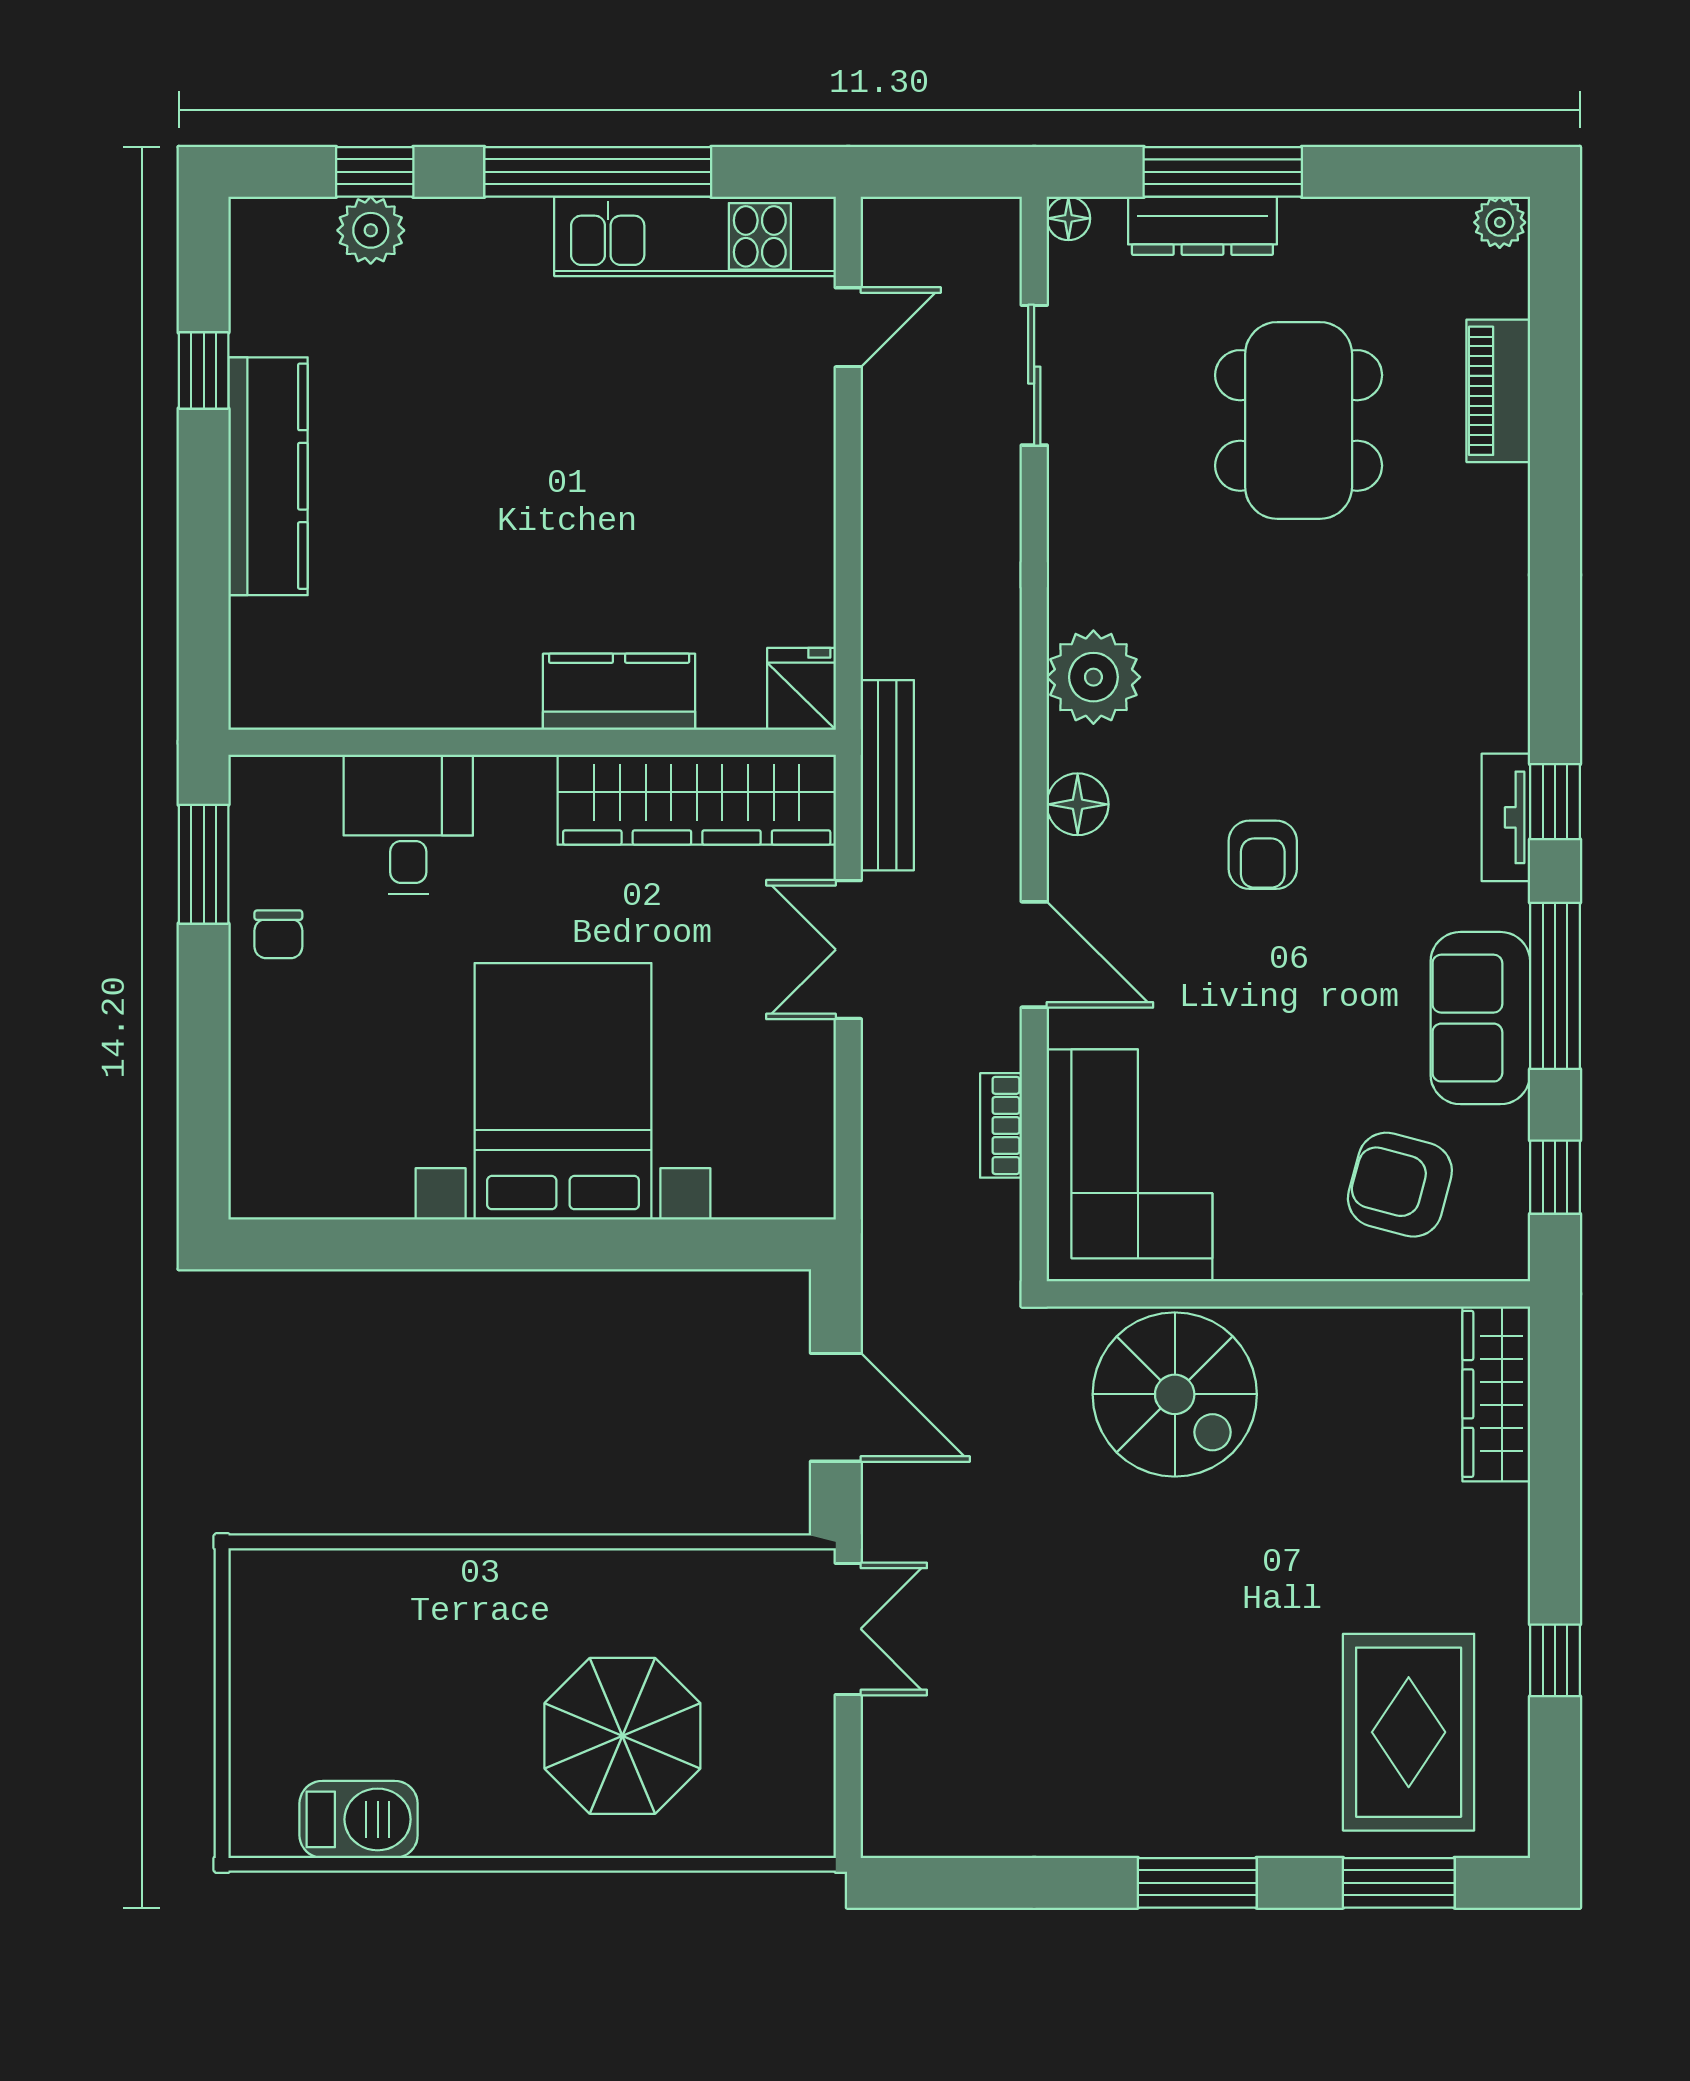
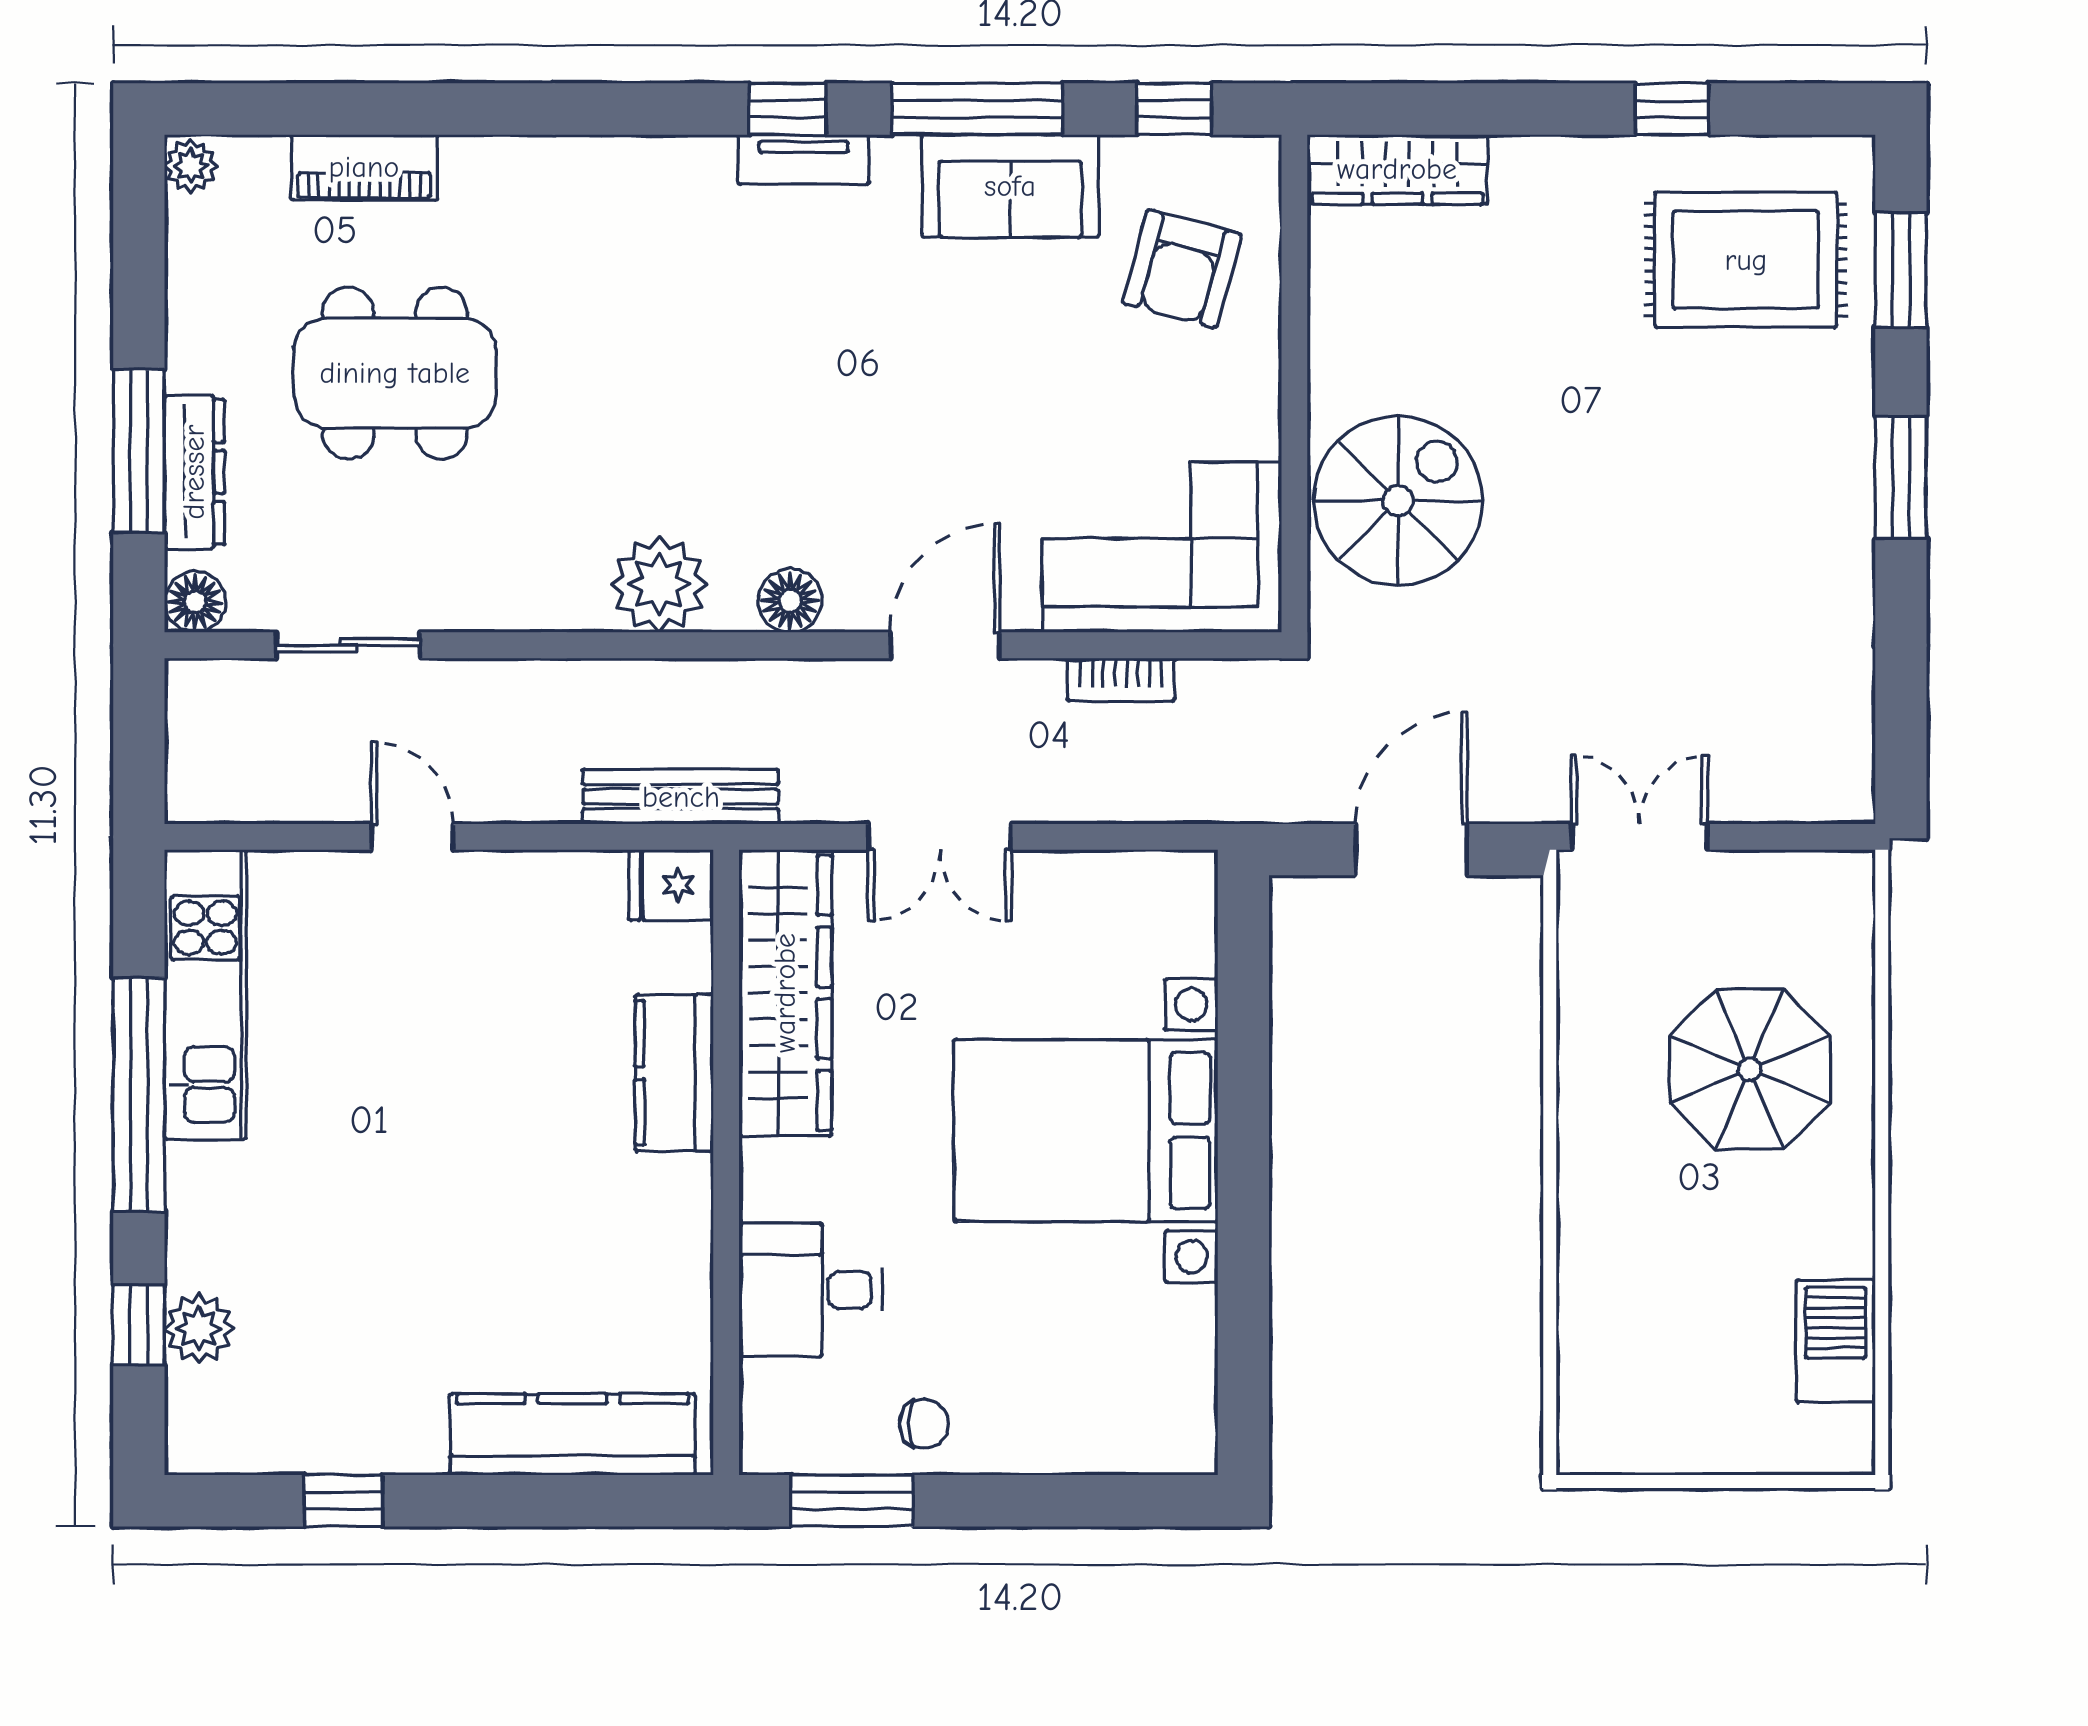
floor lamp: (1068, 218) -> (195, 602), width x1.37, depth x1.37
door: (848, 327) -> (412, 837), moved
kitchen counter: (268, 476) -> (572, 1434), moved
bench: (887, 775) -> (681, 797), moved
armchair: (1263, 855) -> (842, 410), removed

